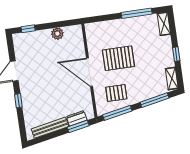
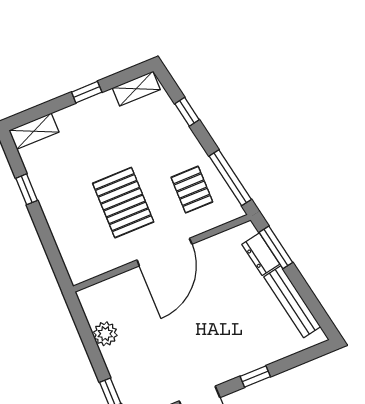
window: (137, 13) -> (27, 189), width x0.46
window: (155, 100) -> (187, 112), width x0.46

